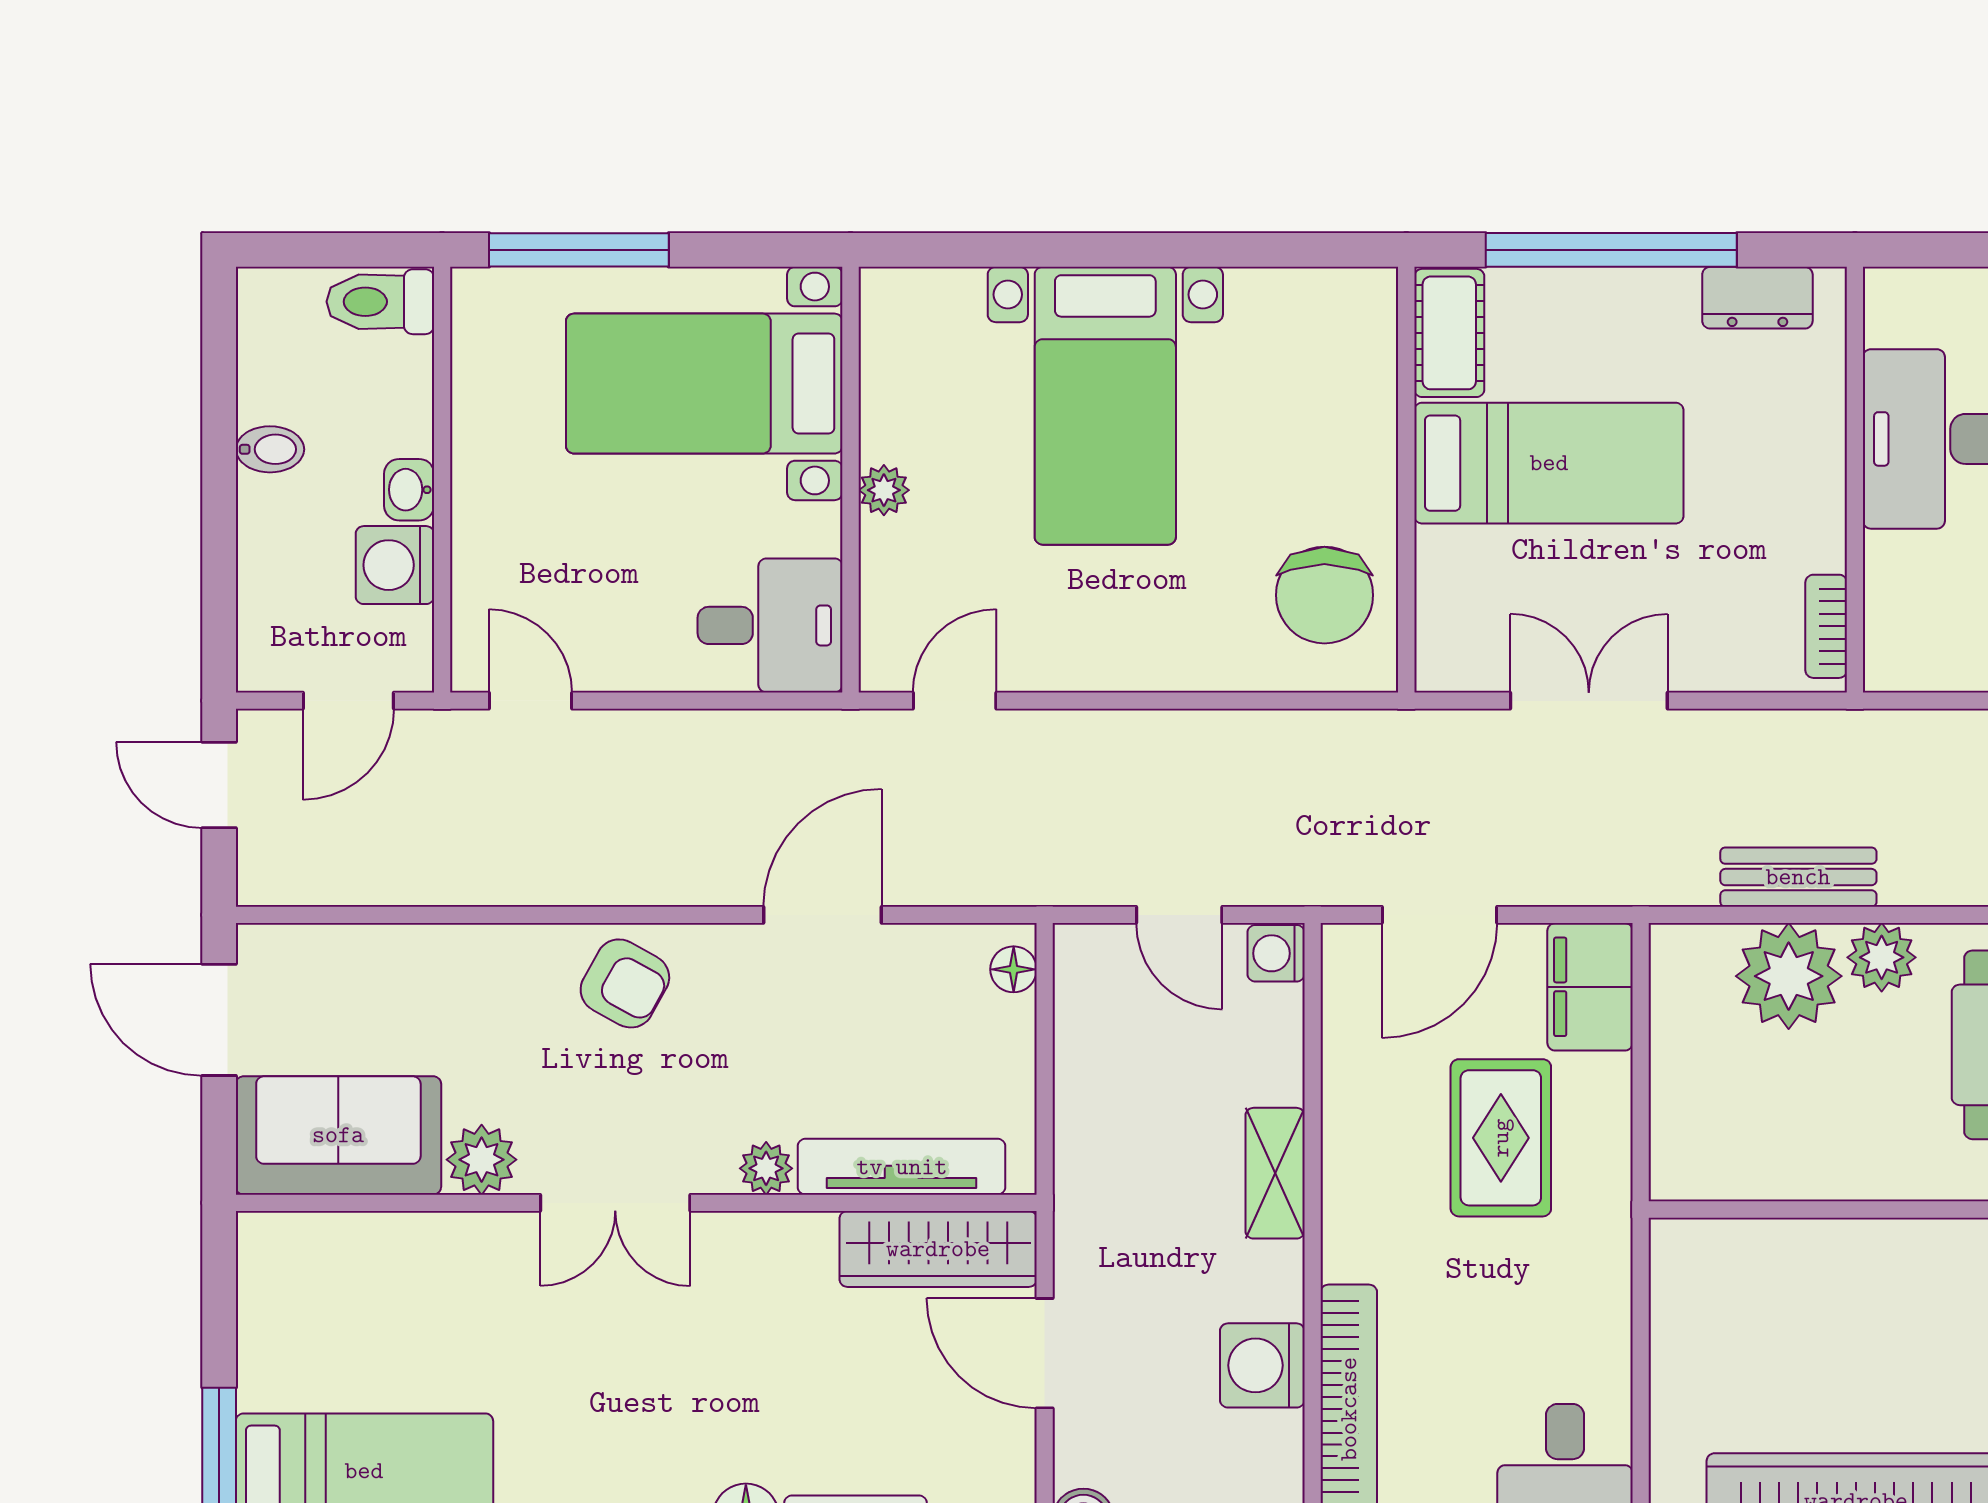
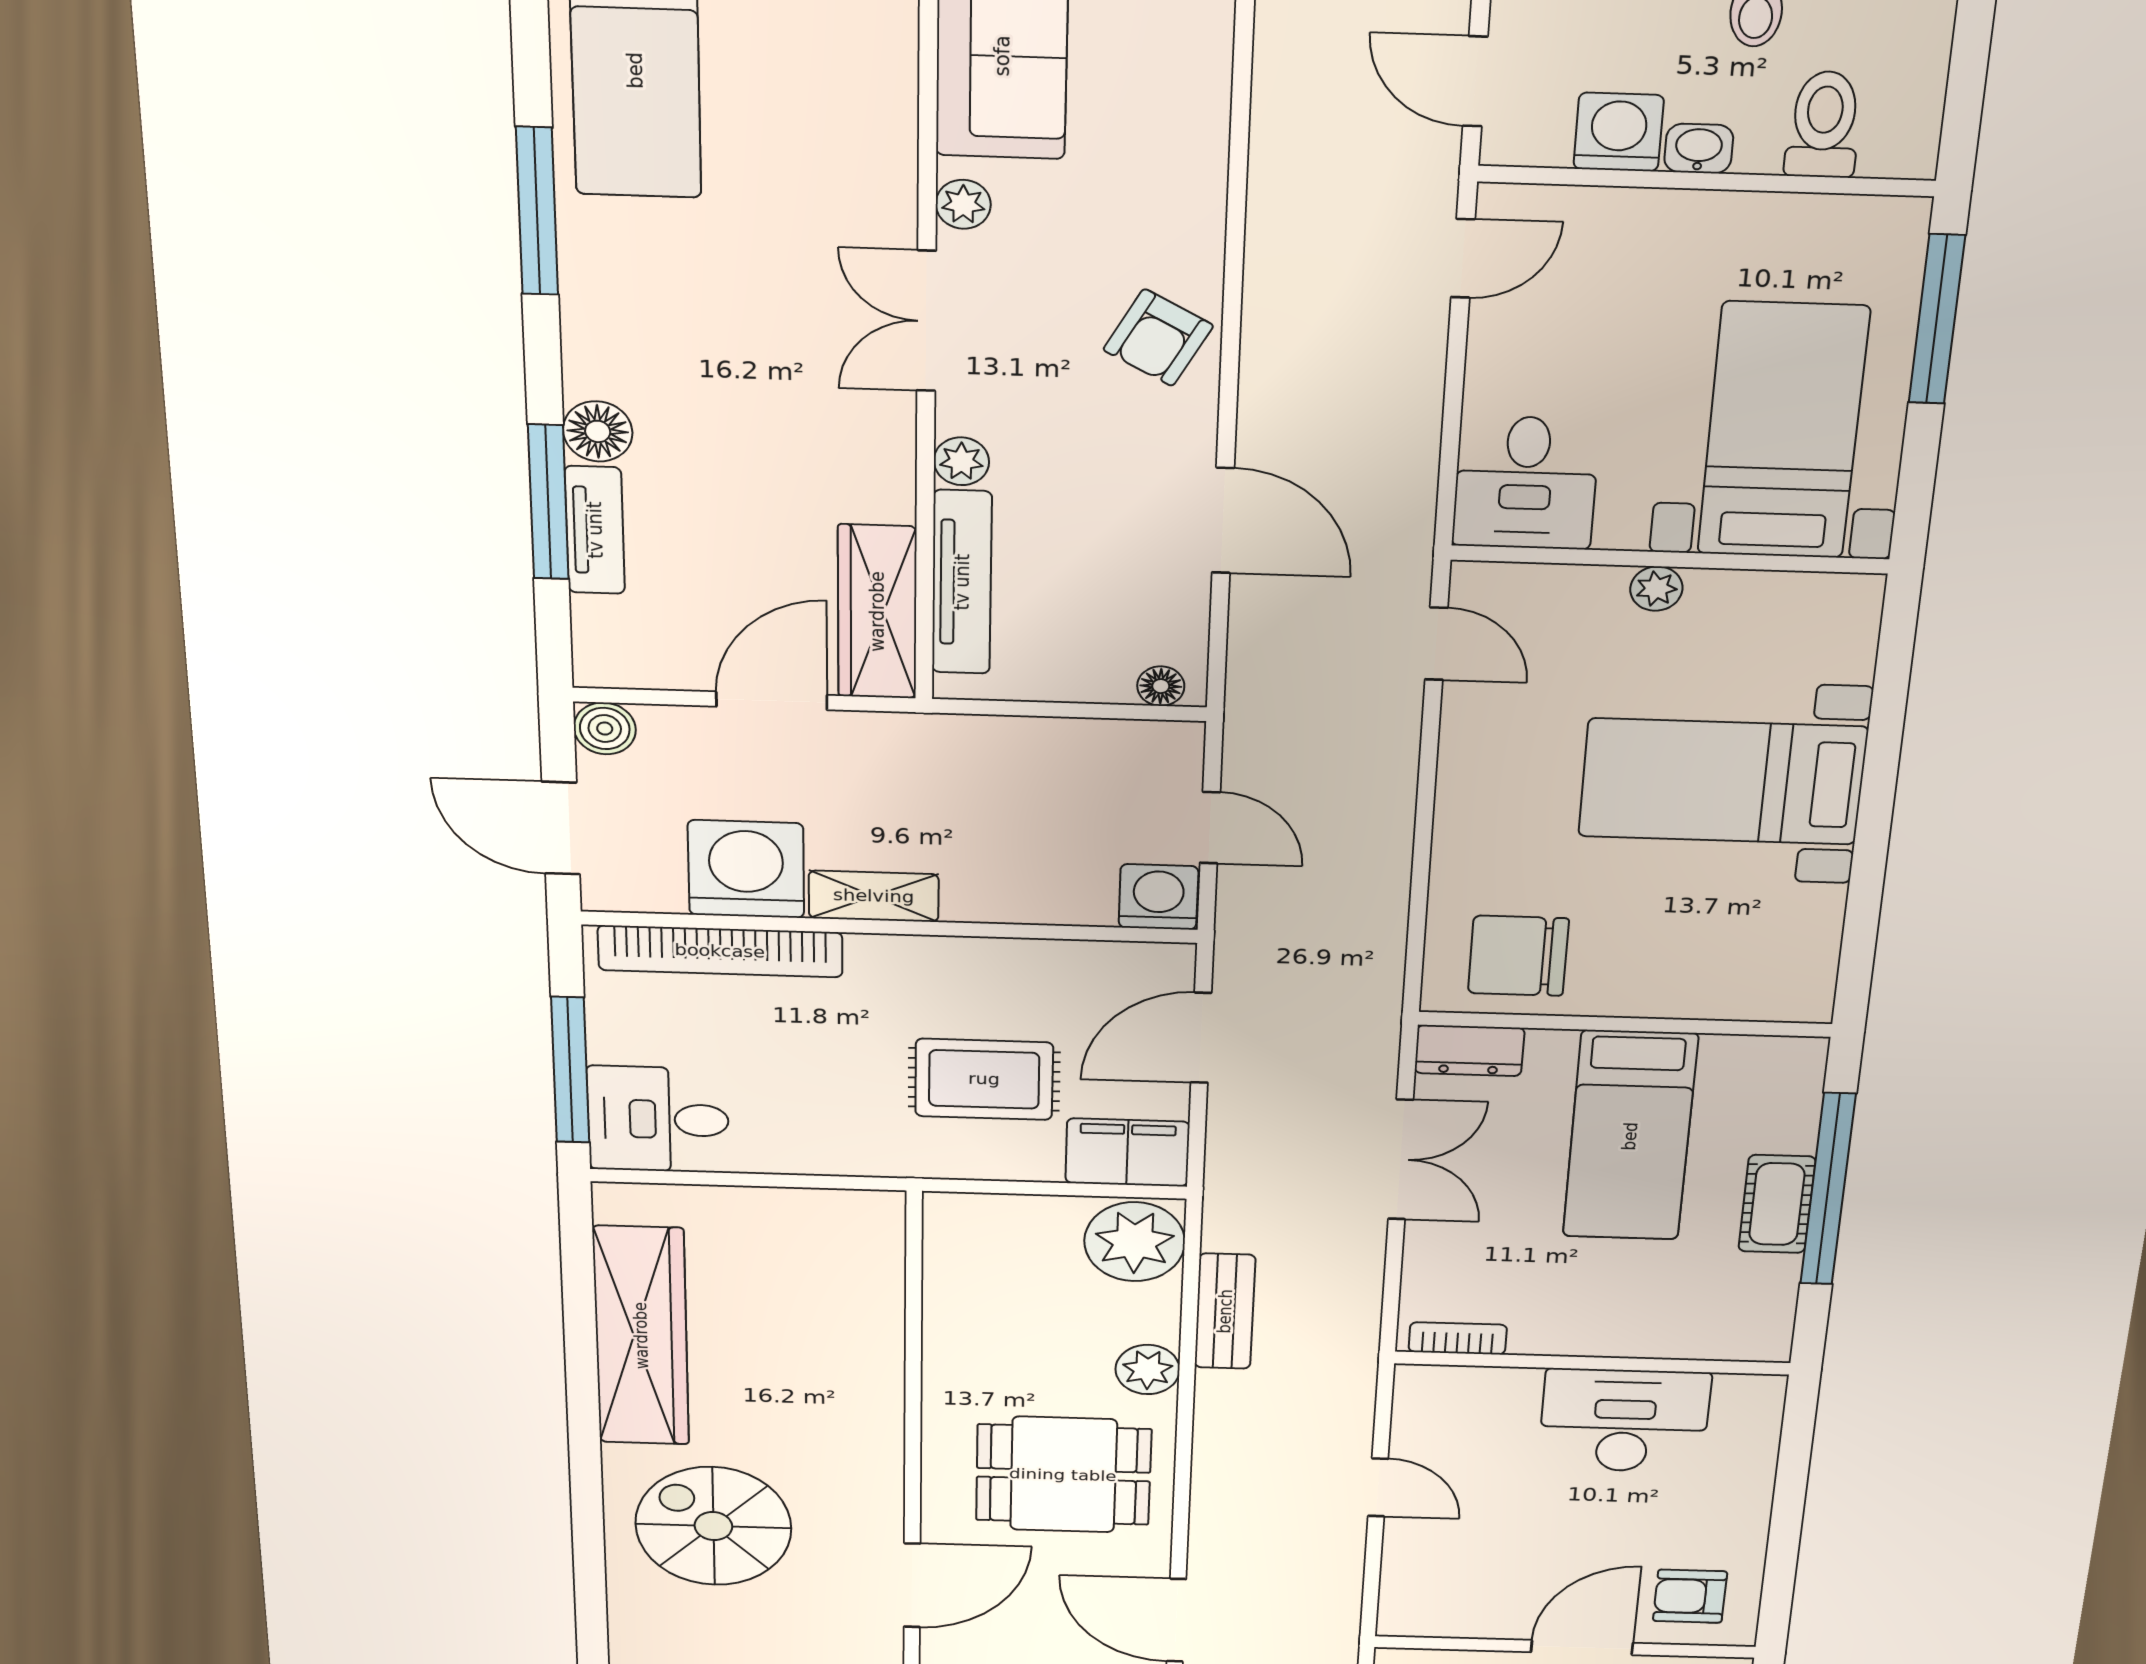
dresser: (1757, 298) -> (1469, 1050), moved, turned -90
toilet: (380, 302) -> (1824, 124), moved
cot: (1449, 333) -> (1777, 1204), moved, turned 90
door: (1179, 915) -> (1210, 828), swing flipped
door: (1440, 915) -> (1201, 1038), hinge flipped
washing machine: (1276, 953) -> (1158, 897), width x1.38, depth x1.38
plant: (1789, 976) -> (1135, 1242), moved
plant: (482, 1160) -> (963, 204), width x0.73, depth x0.73
shelving: (1275, 1173) -> (874, 896), moved
washing machine: (1262, 1365) -> (746, 869), width x1.37, depth x1.37

